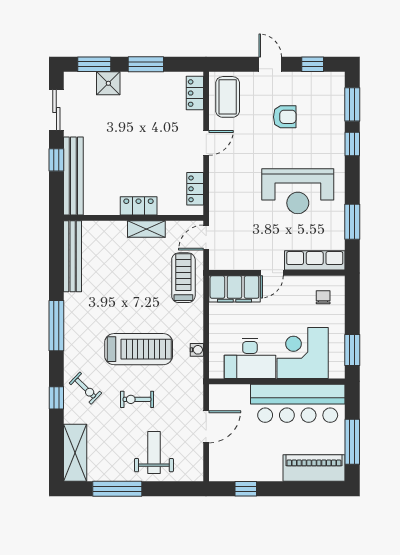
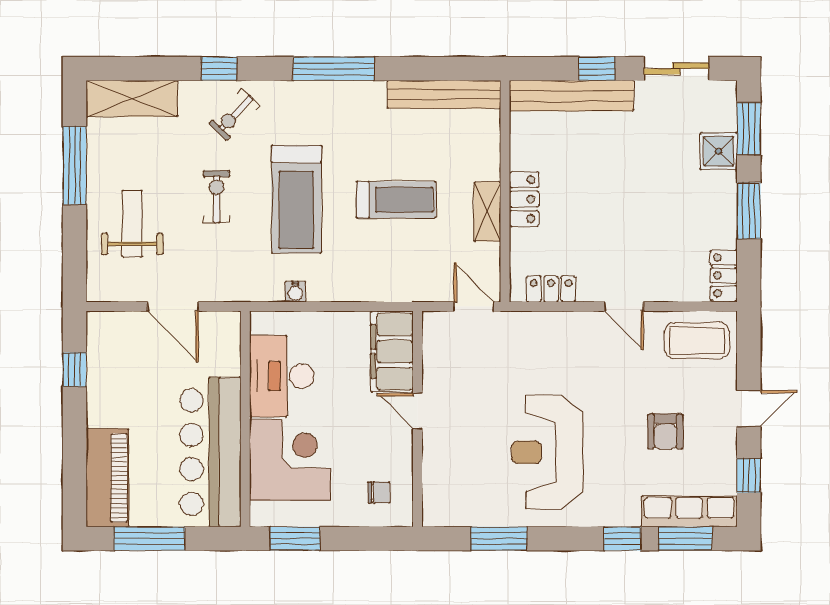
locker: (195, 93) -> (724, 275), moved, turned -90
row of seats: (315, 260) -> (689, 511), moved, turned -90
treadmill: (183, 278) -> (396, 200), moved
weight bench: (154, 452) -> (132, 224), turned -90

